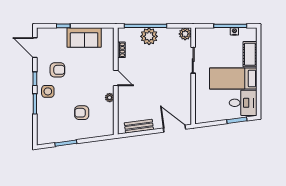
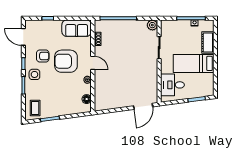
plant: (149, 36) -> (121, 27), removed
sofa: (84, 37) -> (77, 28), moved
desk: (243, 103) -> (172, 85), moved, turned 180
armchair: (82, 113) -> (66, 61), moved, width x1.88, depth x1.88
floor lamp: (109, 120) -> (87, 99), added
bench: (139, 126) -> (113, 104), removed
door: (175, 129) -> (143, 106), swing flipped
coffee table: (49, 130) -> (35, 108), added

